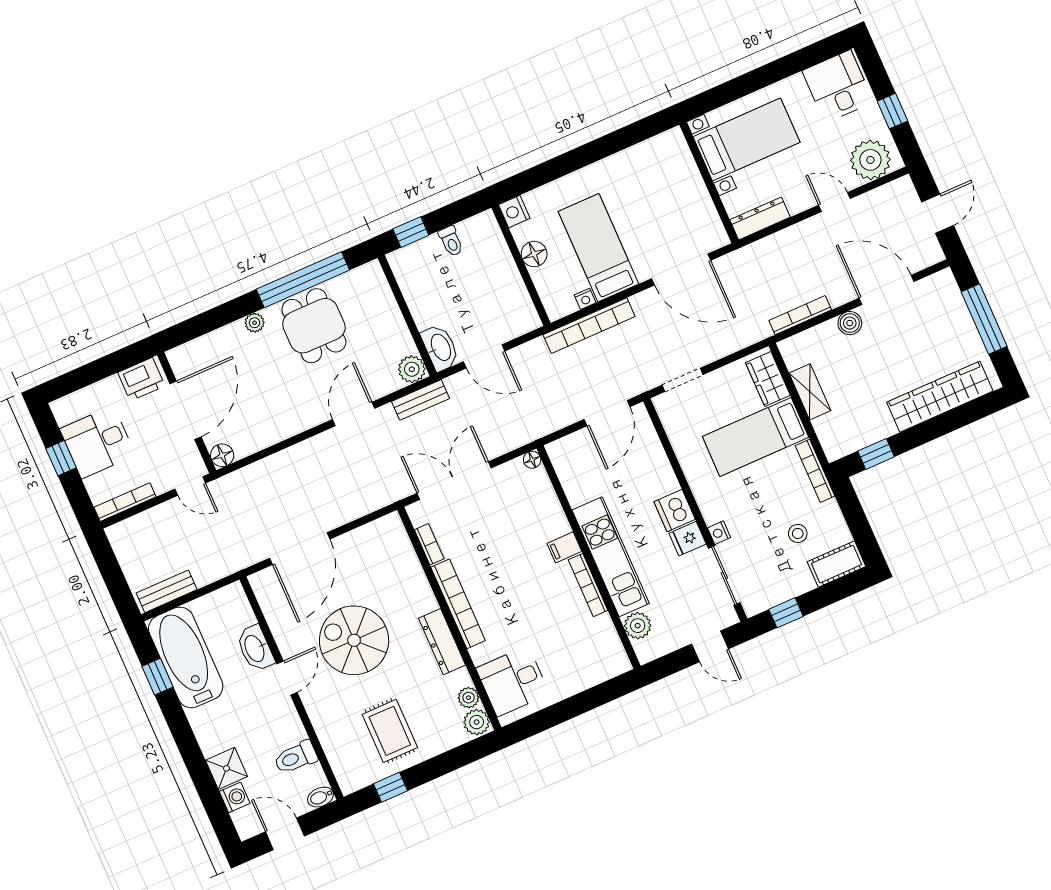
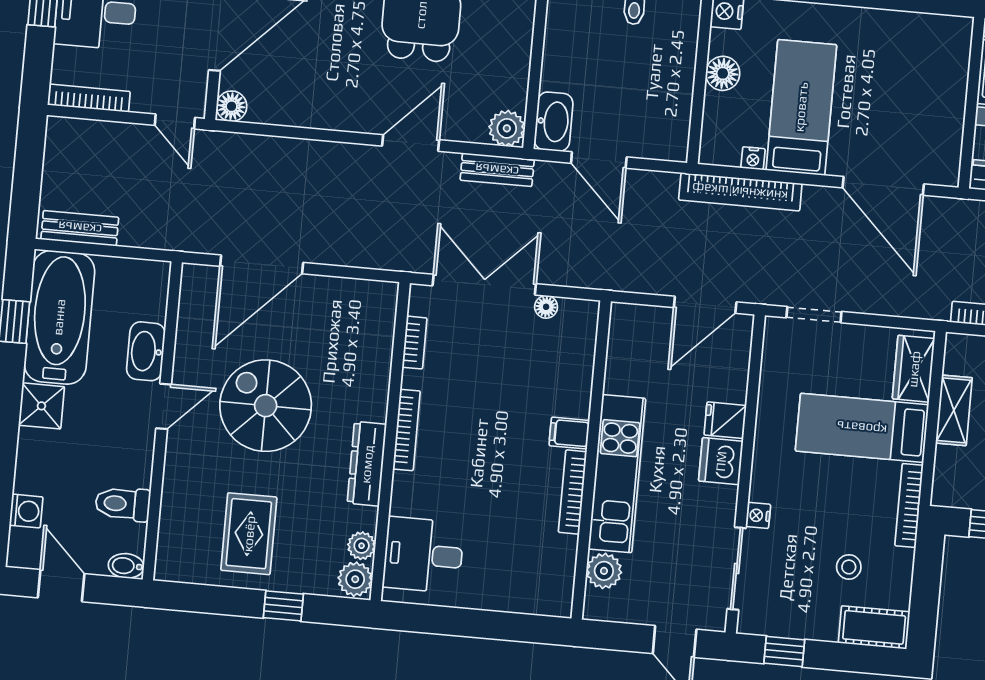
floor lamp: (532, 460) -> (546, 307), moved
fridge: (688, 539) -> (725, 420), moved
bookcase: (458, 604) -> (407, 430), width x0.68, depth x0.76
shower: (227, 768) -> (41, 406), moved
window: (391, 787) -> (283, 606), moved

